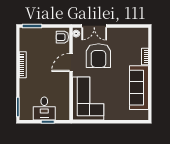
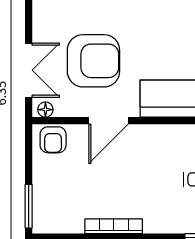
door: (71, 62) -> (108, 121), hinge flipped

